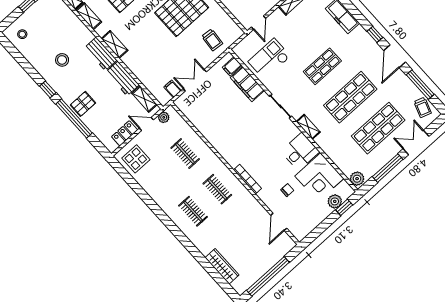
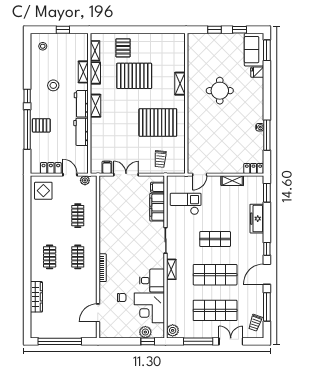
shelving: (144, 99) -> (83, 72), moved
wardrobe: (222, 266) -> (36, 297), moved

